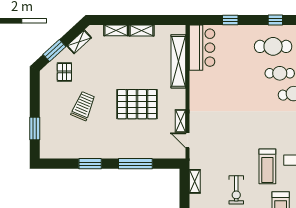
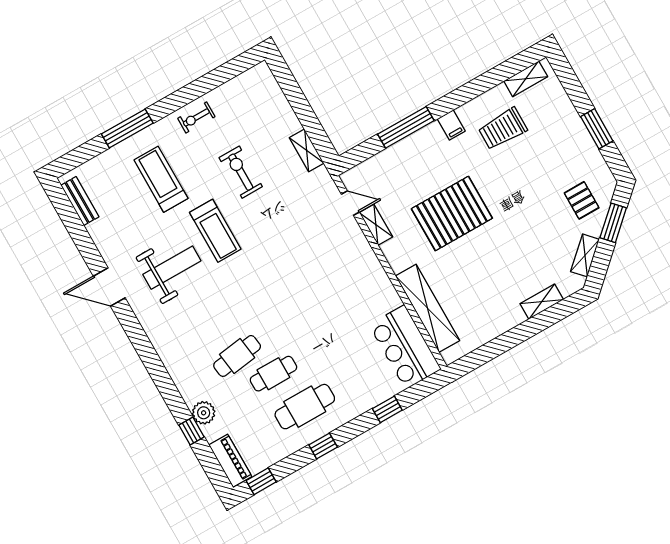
shelving: (142, 31) -> (526, 79), moved
trolley: (83, 106) -> (503, 129), moved, turned 67
window: (35, 129) -> (597, 129), moved
filing cabinet: (111, 151) -> (451, 125), added
window: (90, 164) -> (470, 91), removed
treadmill: (267, 166) -> (215, 231), turned 180

